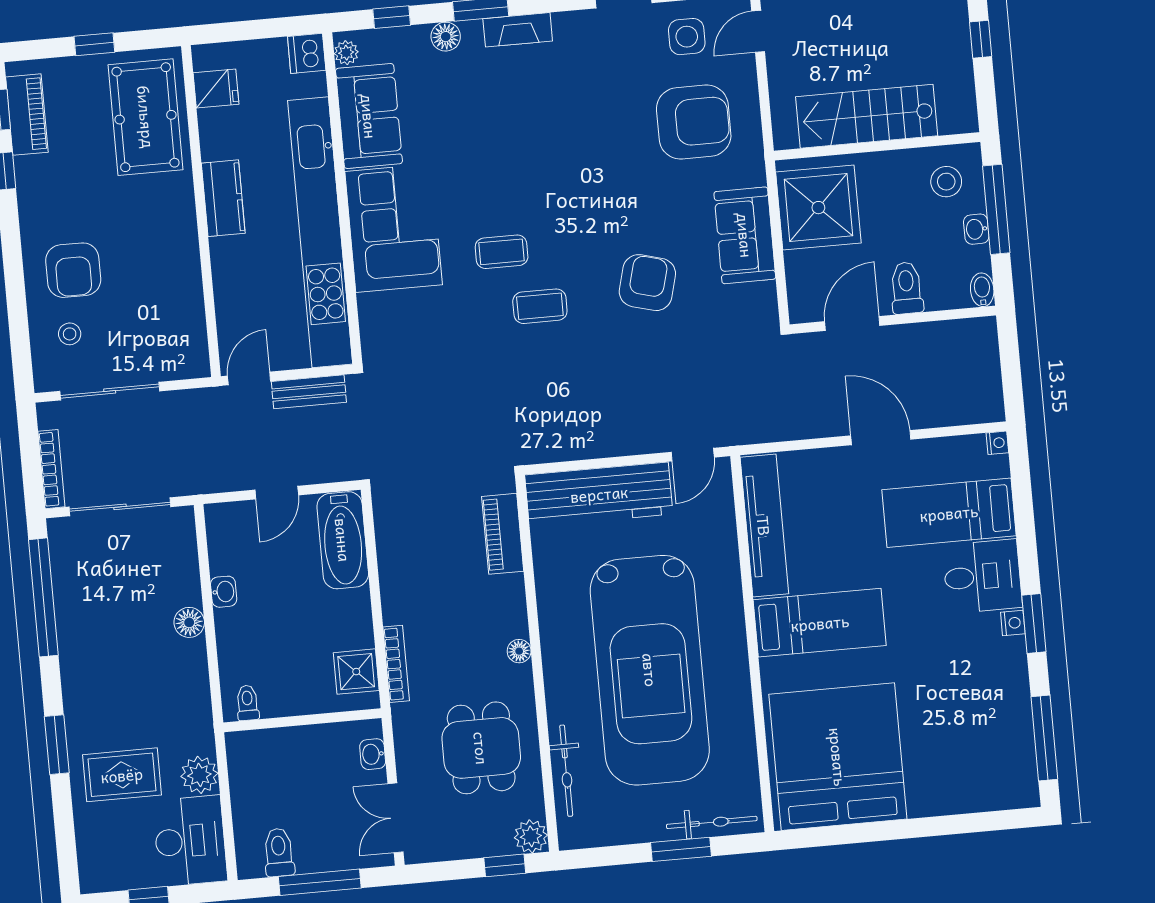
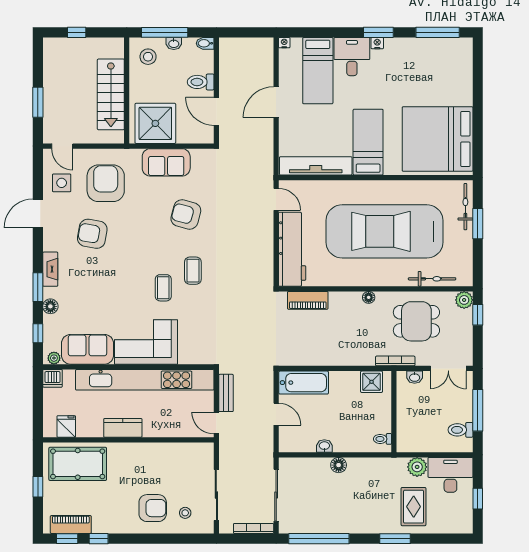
armchair: (594, 105) -> (92, 234), added
bookcase: (396, 664) -> (395, 361), moved
car: (650, 670) -> (384, 231), turned 180

